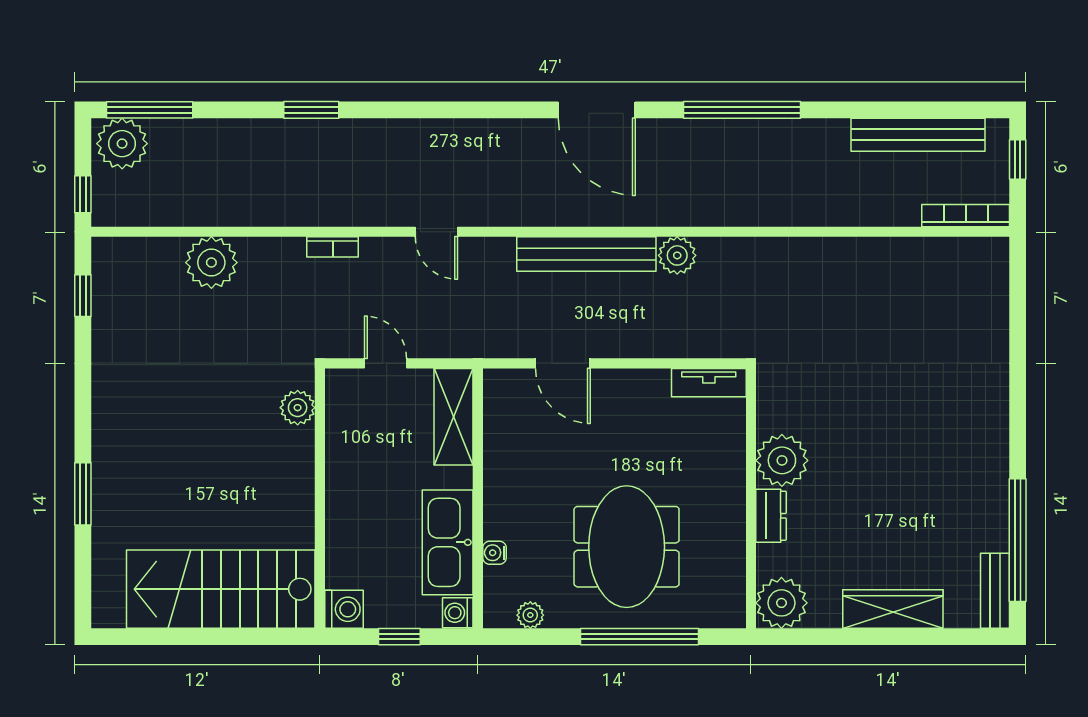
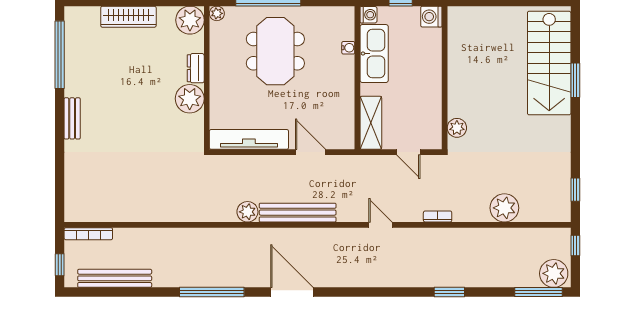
tv unit: (709, 383) -> (249, 139), width x1.92, depth x1.29
stairs: (221, 589) -> (549, 63), moved, turned 90
bench: (995, 591) -> (72, 118), moved
plant: (530, 615) -> (217, 13), moved

